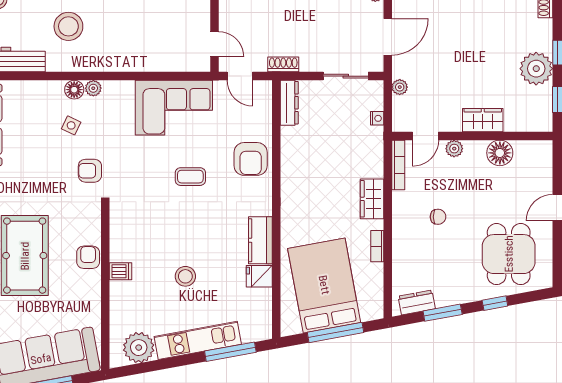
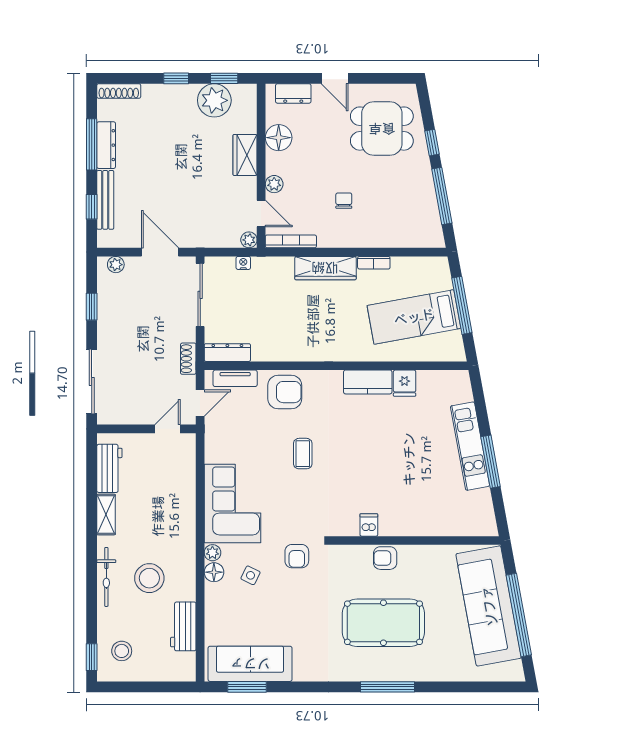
plant: (536, 69) -> (214, 100), moved
sliding door: (346, 76) -> (200, 295), width x1.37
plant: (400, 87) -> (249, 240), moved
corner sofa: (174, 108) -> (232, 504), moved
tv unit: (264, 110) -> (235, 378), added
wardrobe: (372, 199) -> (325, 268), width x1.50
dishwasher: (121, 271) -> (369, 525), moved
stool: (185, 276) -> (405, 459), removed
bed: (324, 285) -> (414, 317), width x0.67
dresser: (417, 302) -> (293, 93), moved, turned -80
window: (443, 313) -> (442, 196), width x1.44
plant: (139, 348) -> (477, 506), removed
window: (230, 352) -> (491, 462), moved

